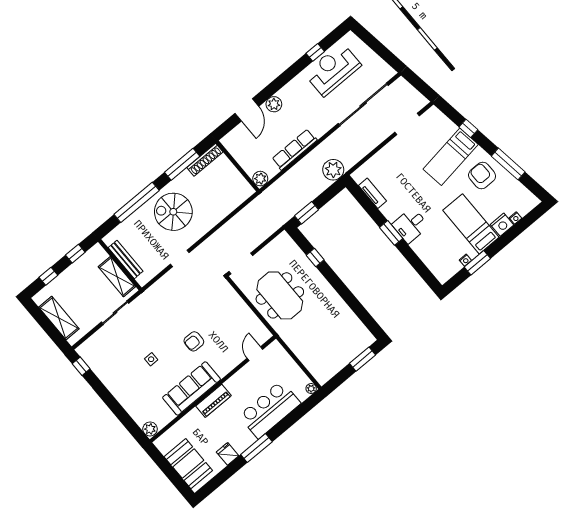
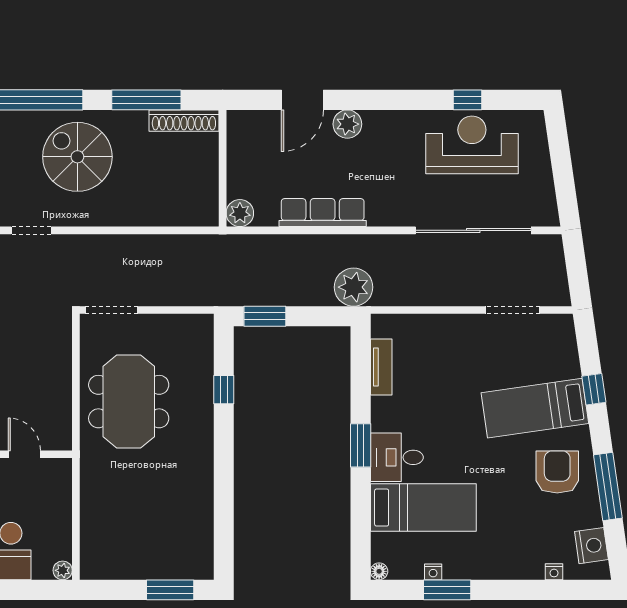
bed: (471, 224) -> (423, 508), moved, turned 90
nightstand: (502, 225) -> (591, 546), moved, turned -98
floor lamp: (443, 279) -> (379, 571), added
door: (255, 354) -> (24, 454), hinge flipped

